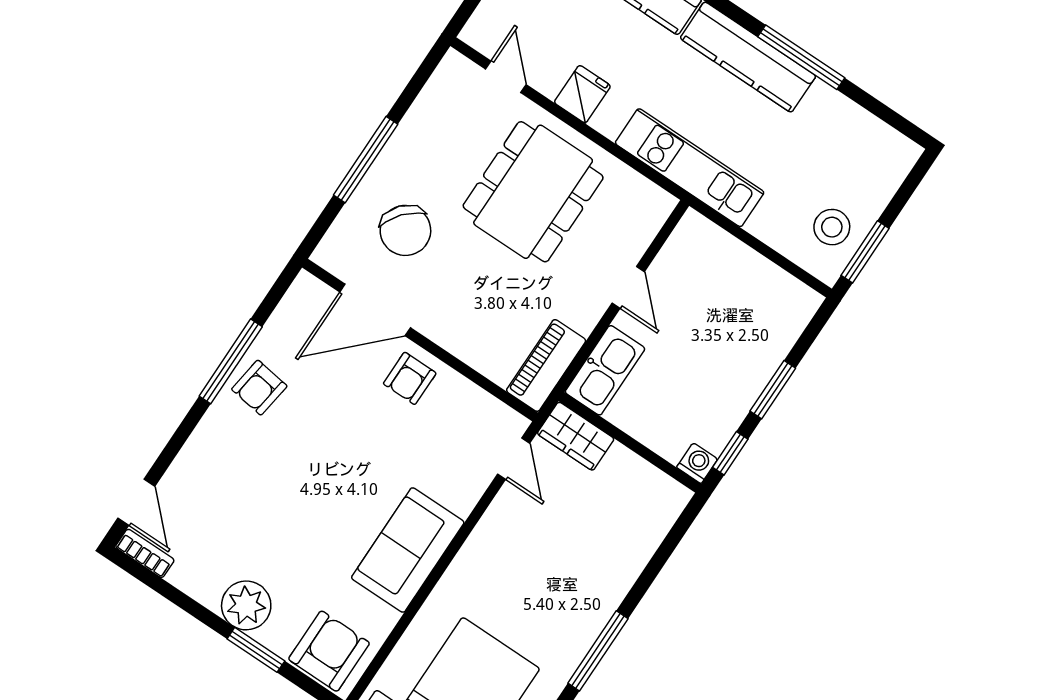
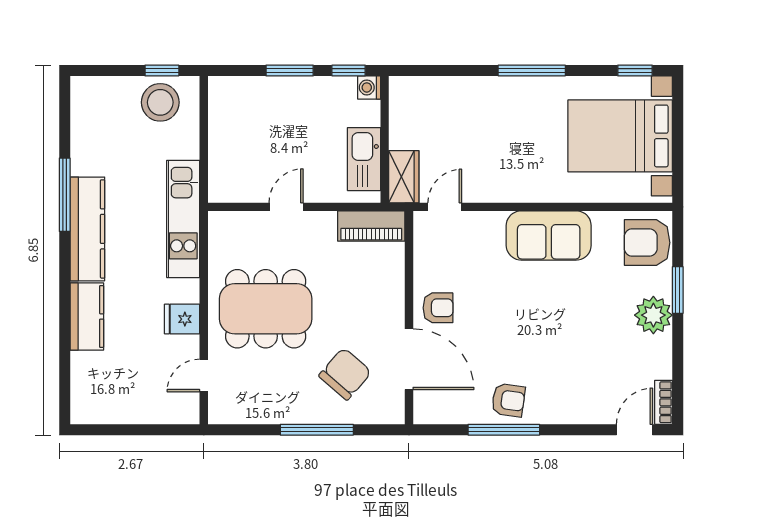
stool: (832, 227) -> (160, 102), width x1.38, depth x1.38
window: (865, 252) -> (162, 71), width x0.67
kitchen sink: (605, 370) -> (364, 159), moved, turned -90

